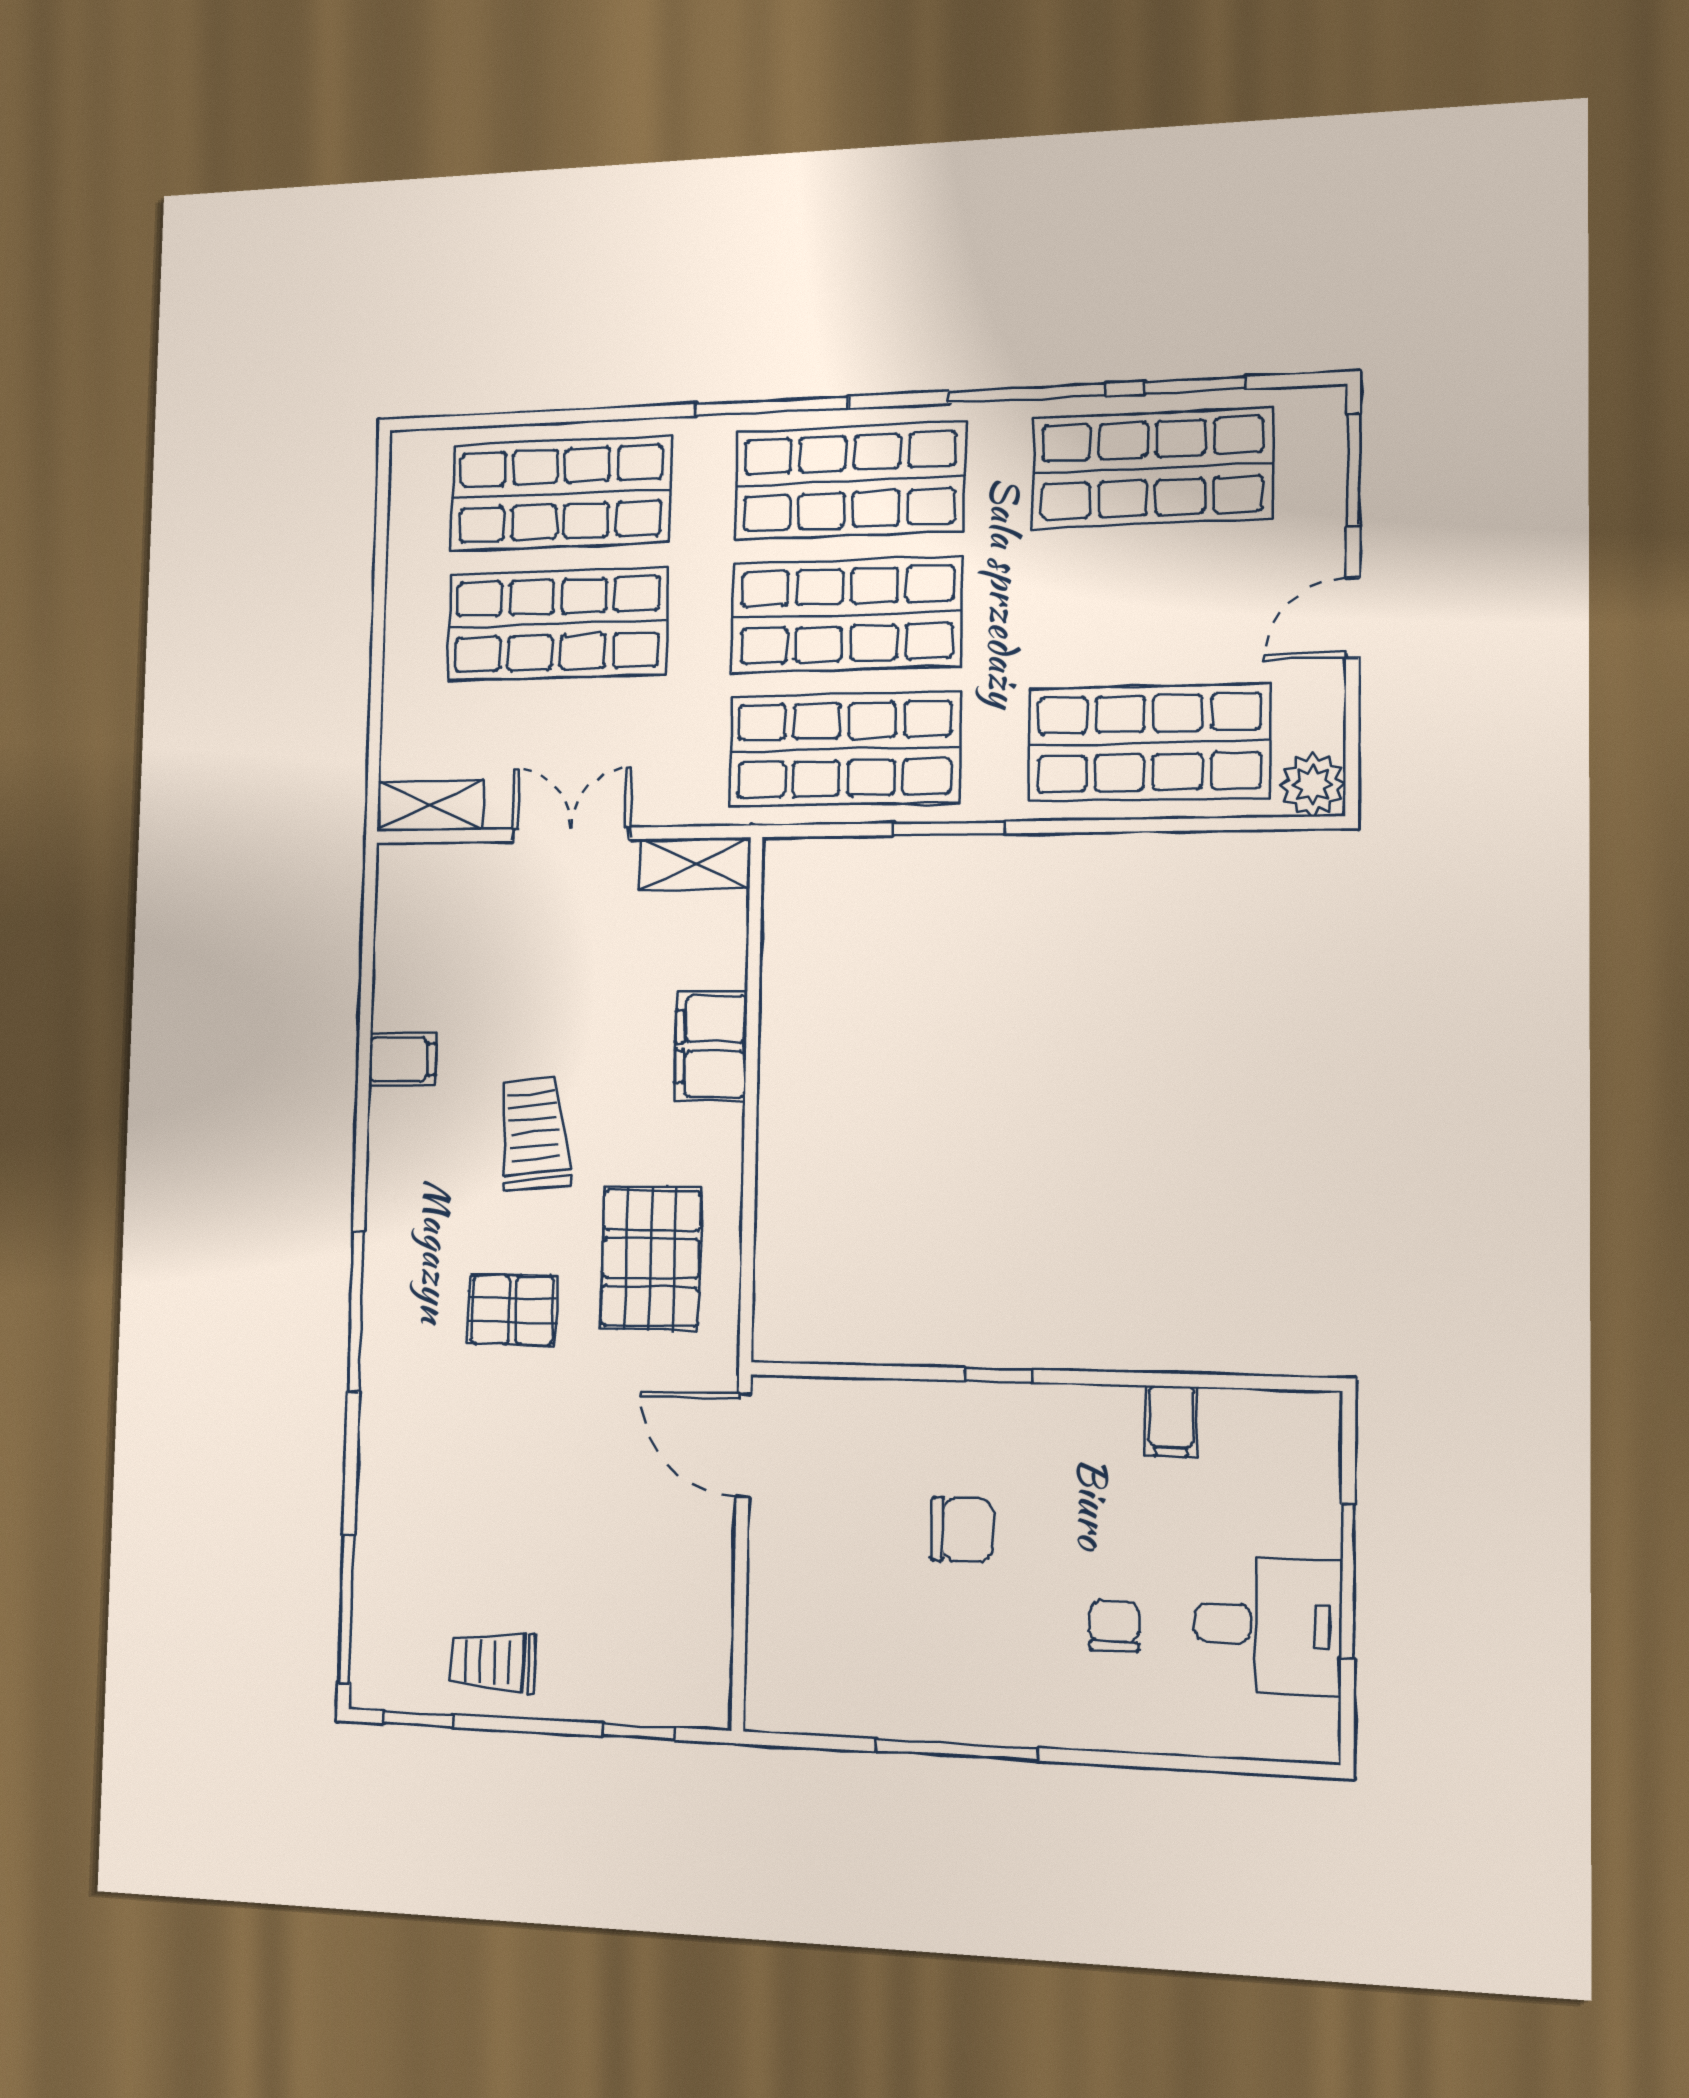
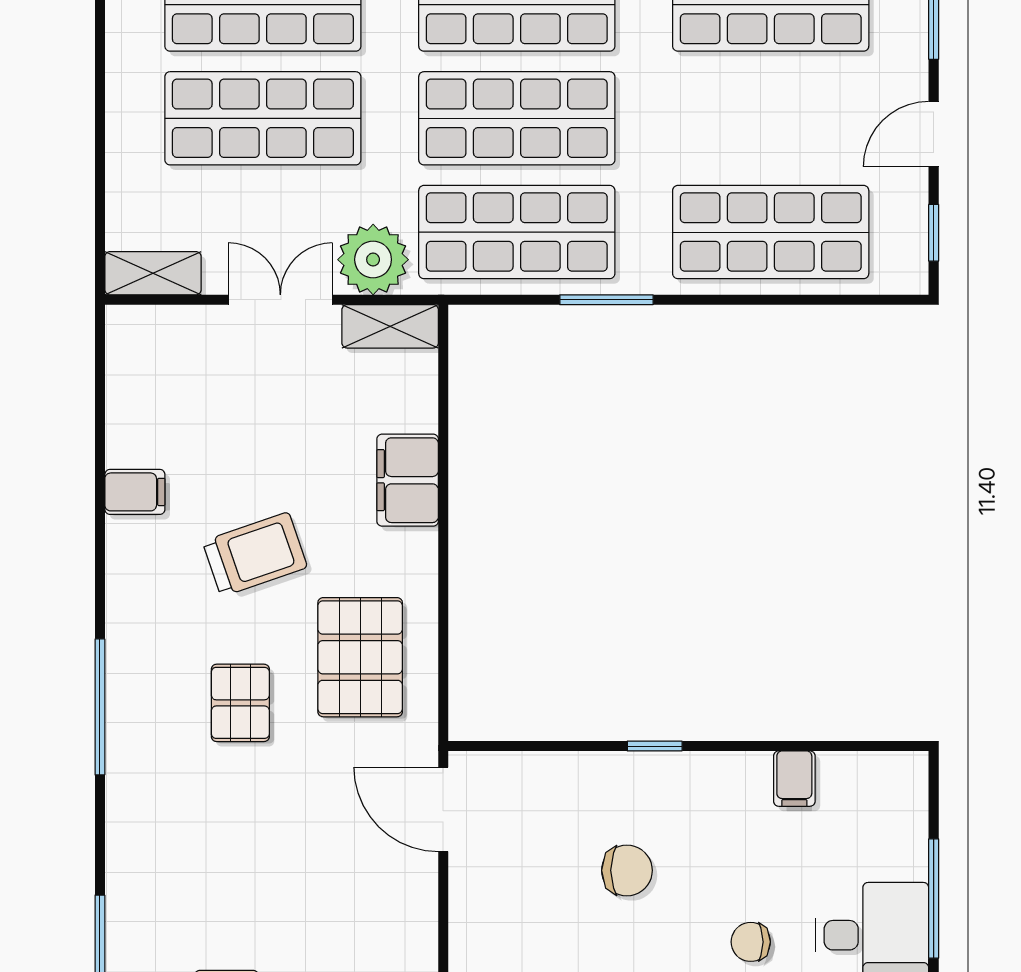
window: (1352, 739) -> (934, 233), added
plant: (1313, 785) -> (373, 260), moved, width x1.36, depth x1.36
trolley: (534, 1134) -> (255, 554), turned 77
pallet: (513, 1310) -> (240, 703), turned 90
chair: (1114, 1627) -> (751, 942), turned -90

